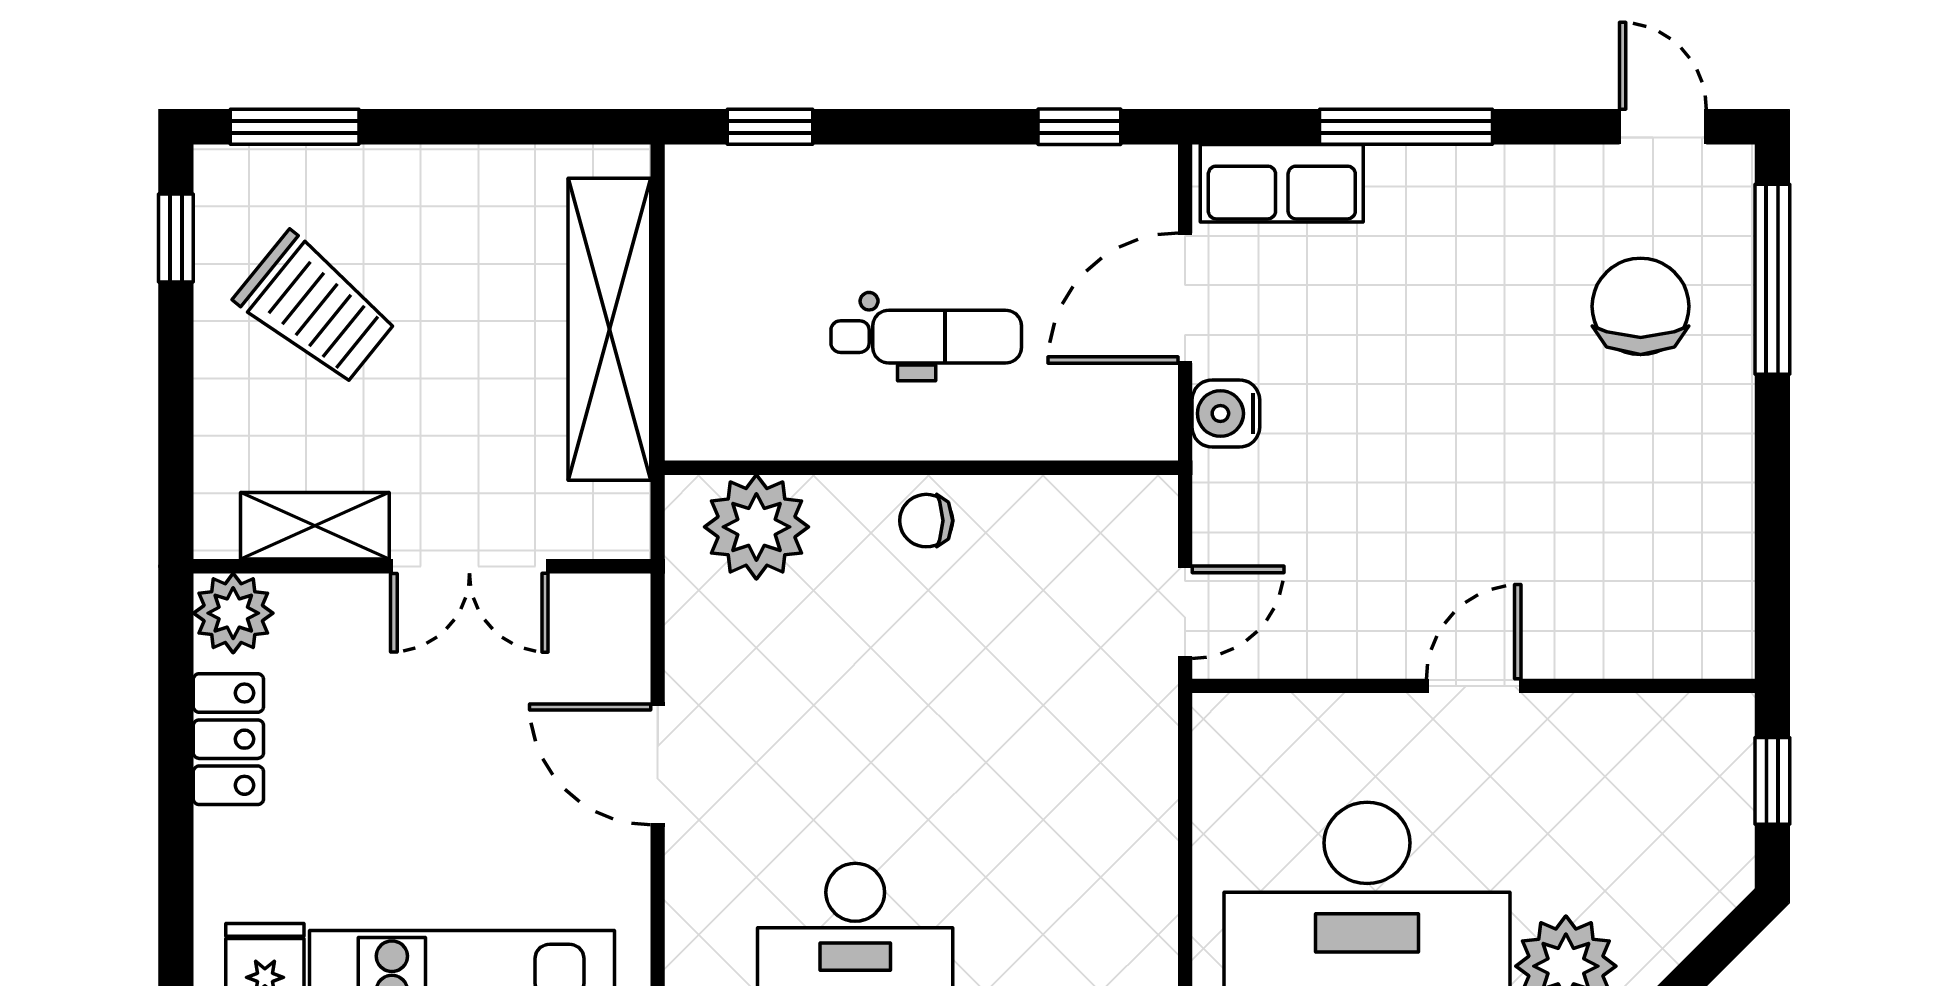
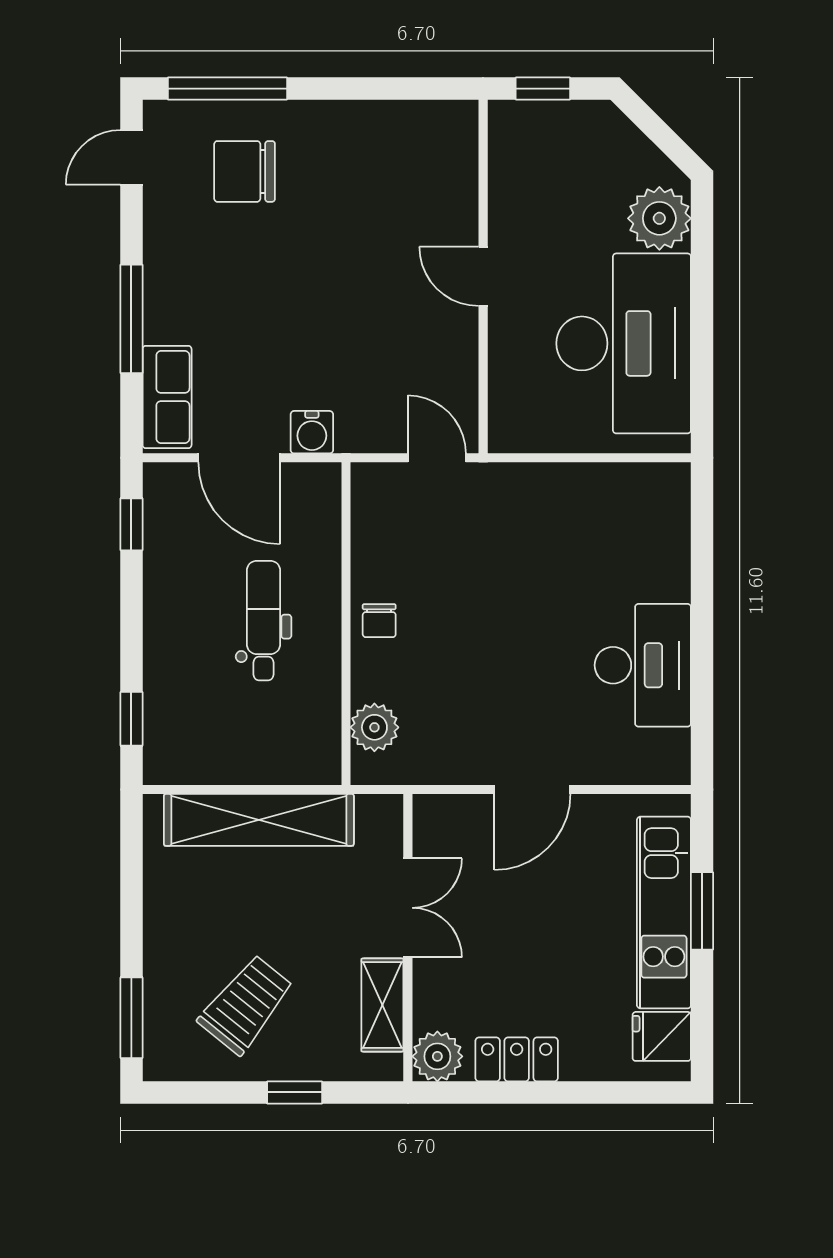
window: (176, 238) -> (295, 1092), moved
plant: (756, 527) -> (374, 727), width x0.73, depth x0.73

